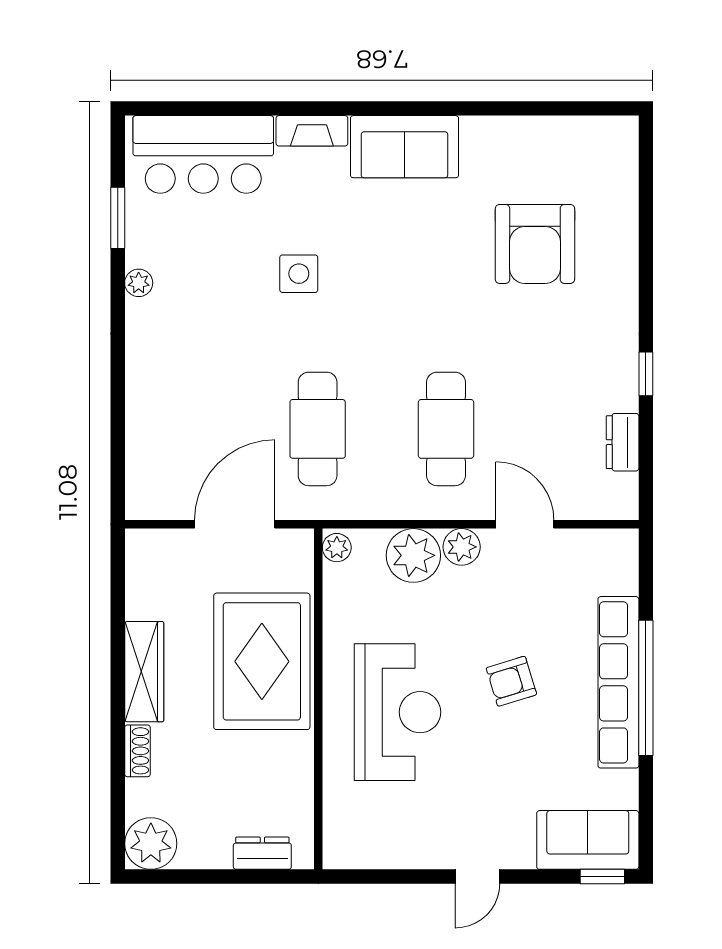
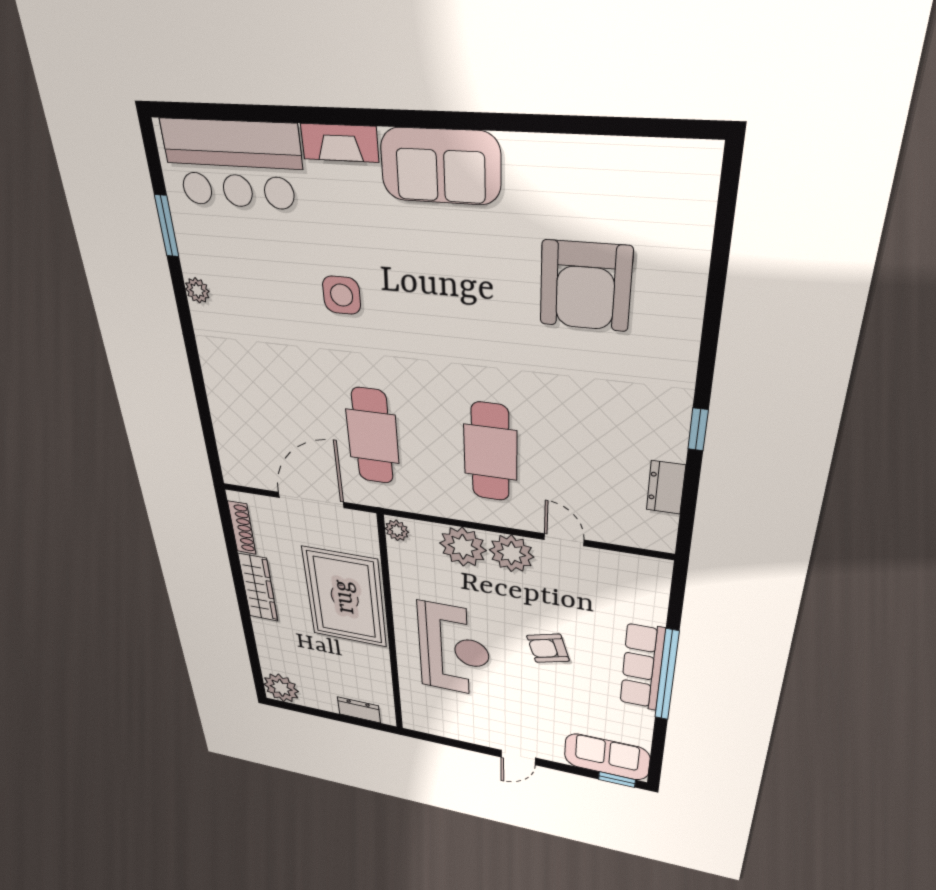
door: (525, 524) -> (564, 540), width x0.73
plant: (462, 547) -> (511, 553), width x1.36, depth x1.36
row of seats: (618, 682) -> (642, 667), width x0.73
shoe rack: (137, 751) -> (242, 528), moved, width x1.43

